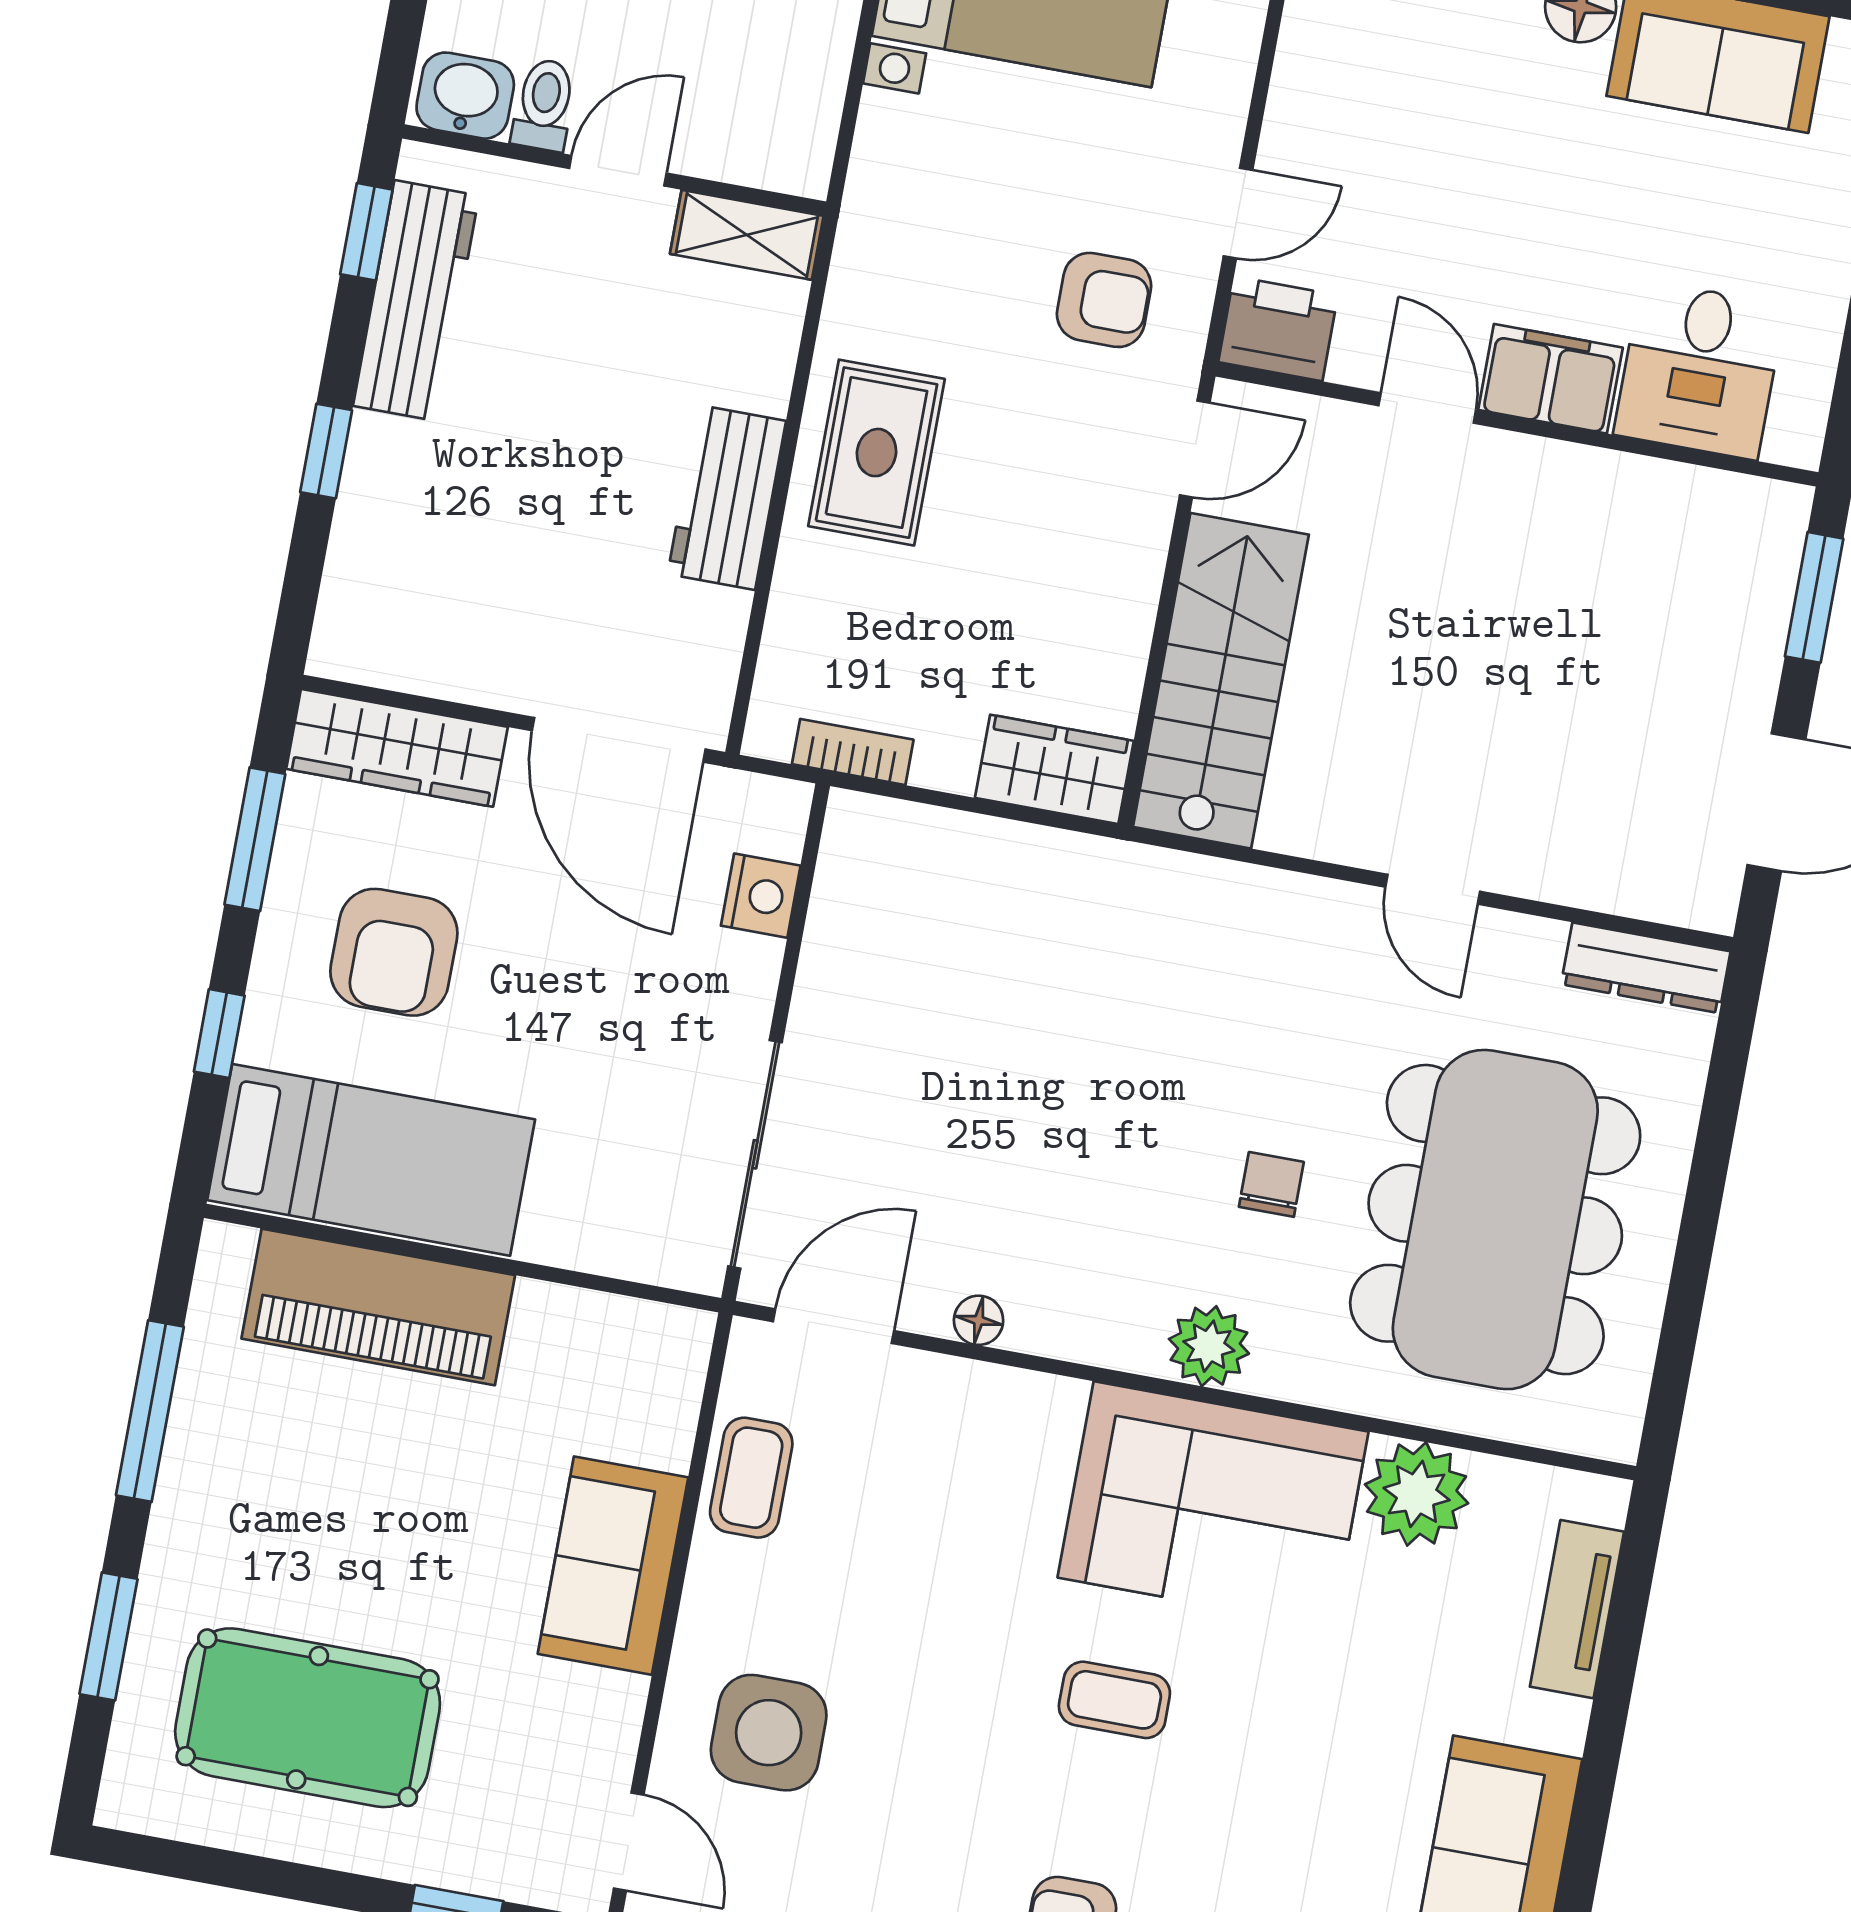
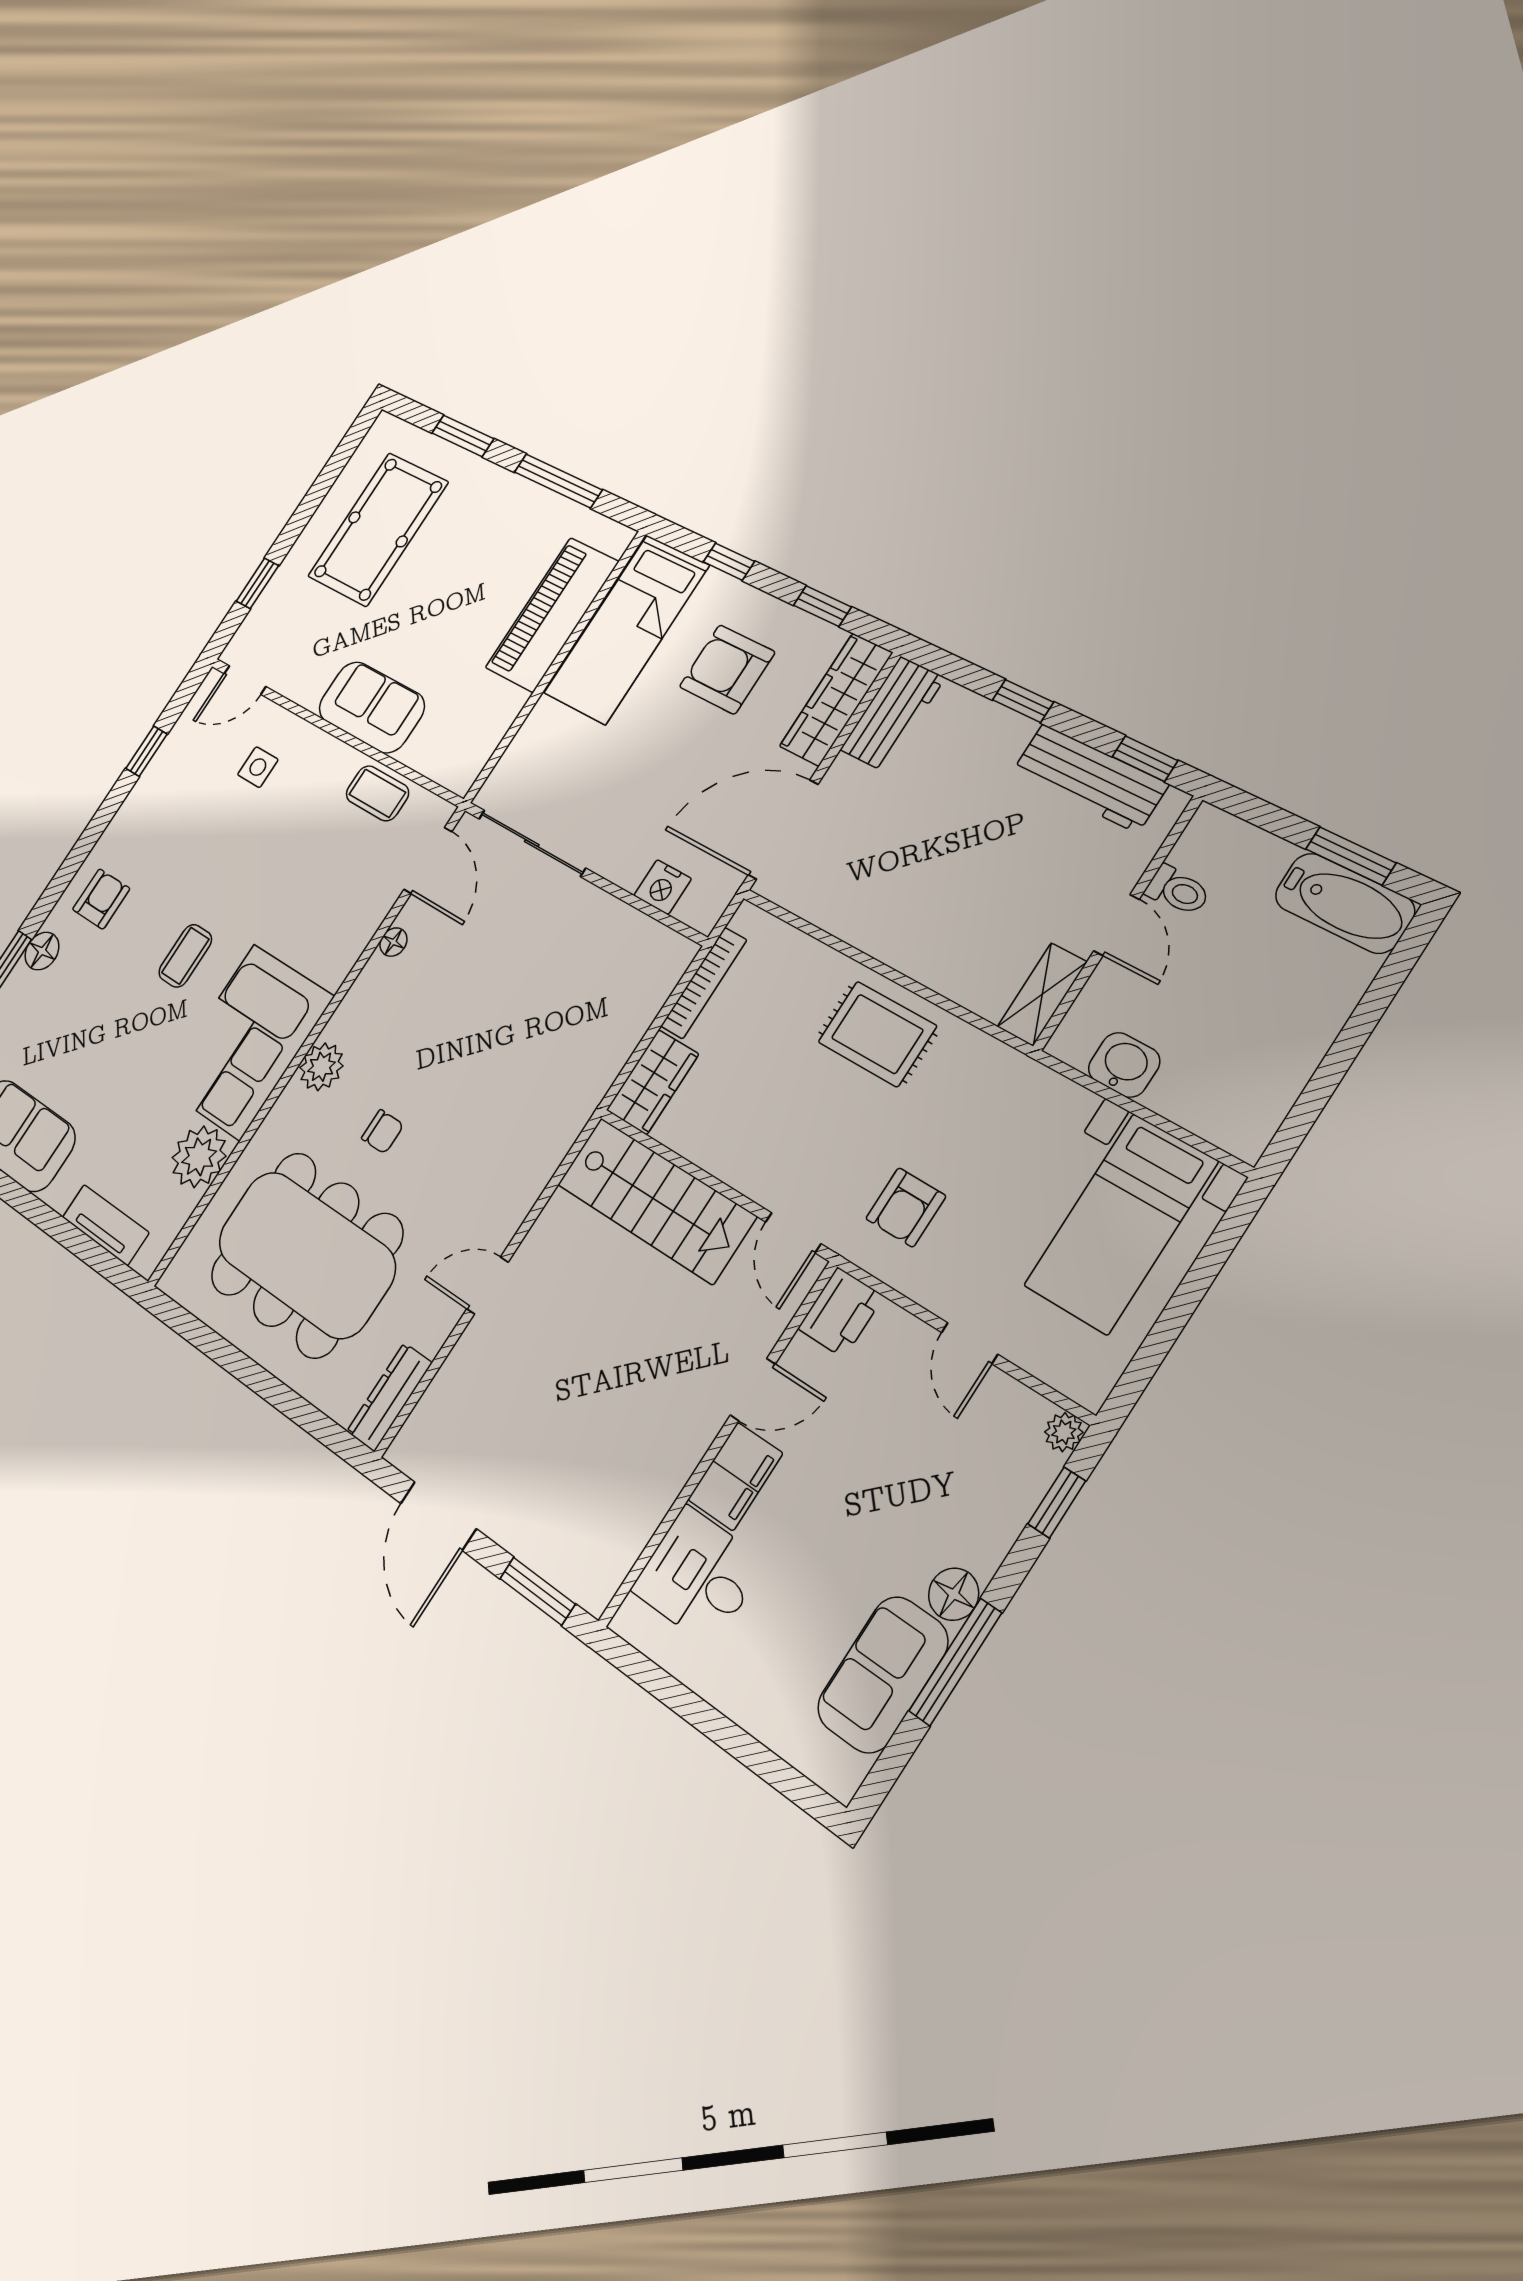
washbasin: (465, 96) -> (1124, 1065), moved, turned -90
door: (1238, 213) -> (970, 1343), moved
workbench: (727, 497) -> (893, 714), moved, turned 90
bookcase: (853, 752) -> (704, 983), width x1.56
window: (255, 839) -> (822, 606), width x0.67
side table: (769, 1733) -> (258, 767), width x0.54, depth x0.54

